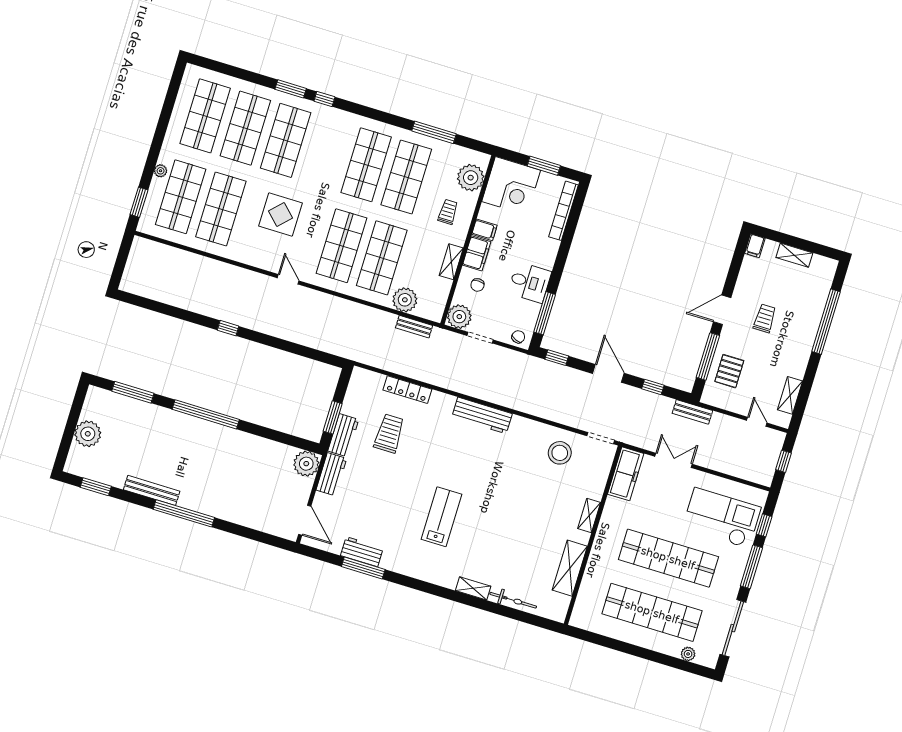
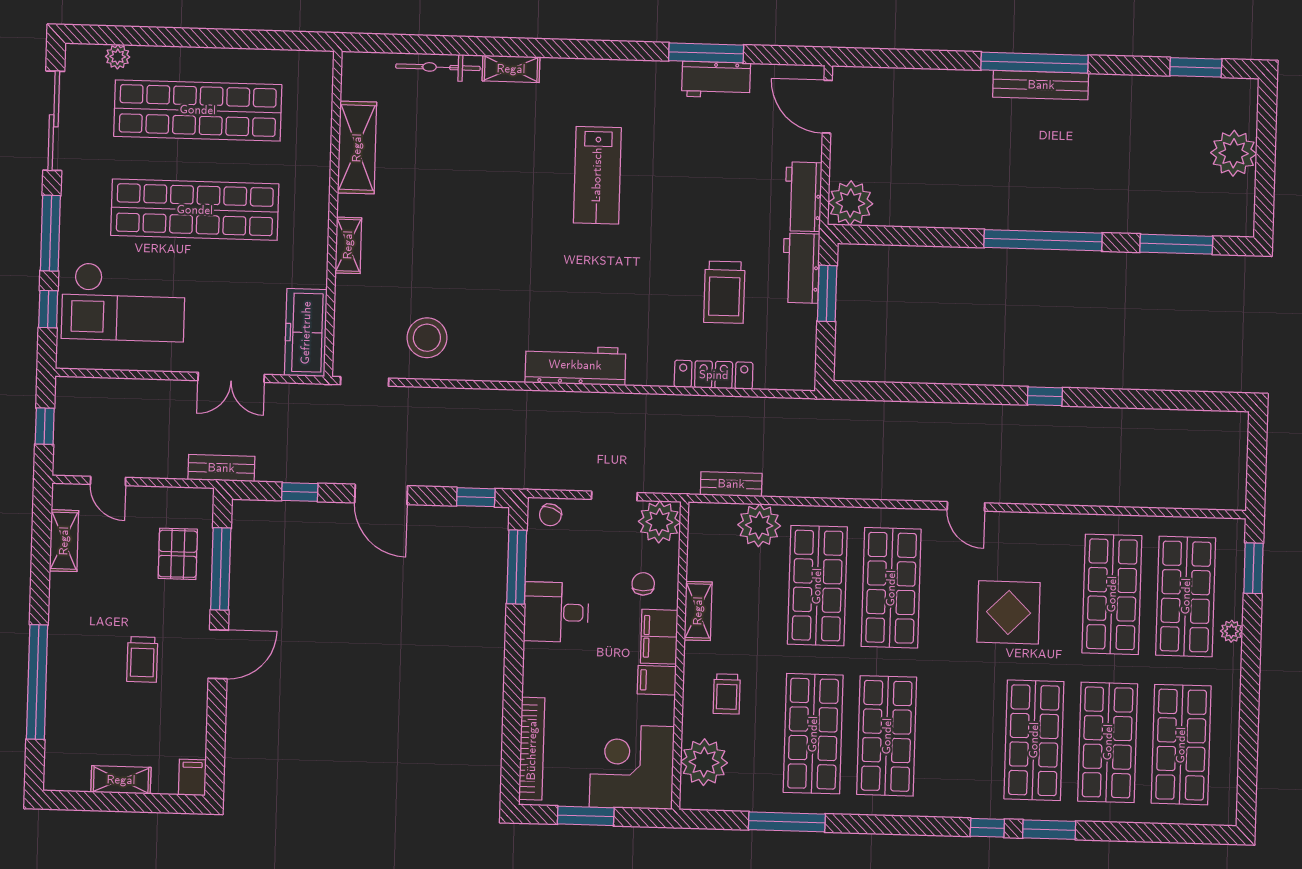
bench: (152, 490) -> (1041, 85), moved

